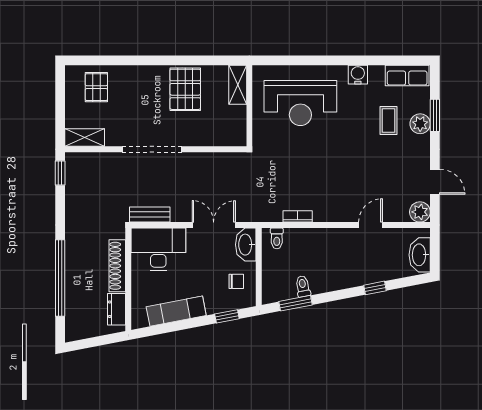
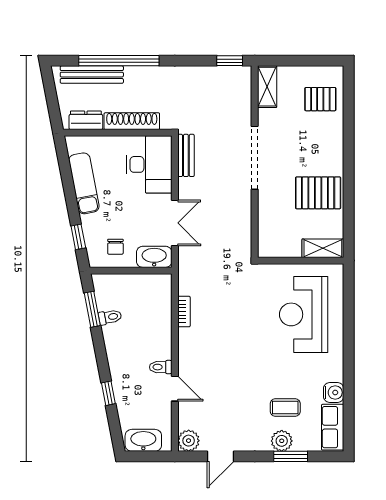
water cooler: (358, 75) -> (334, 392), moved
toilet: (277, 238) -> (161, 367), moved
bench: (73, 304) -> (92, 75), added

